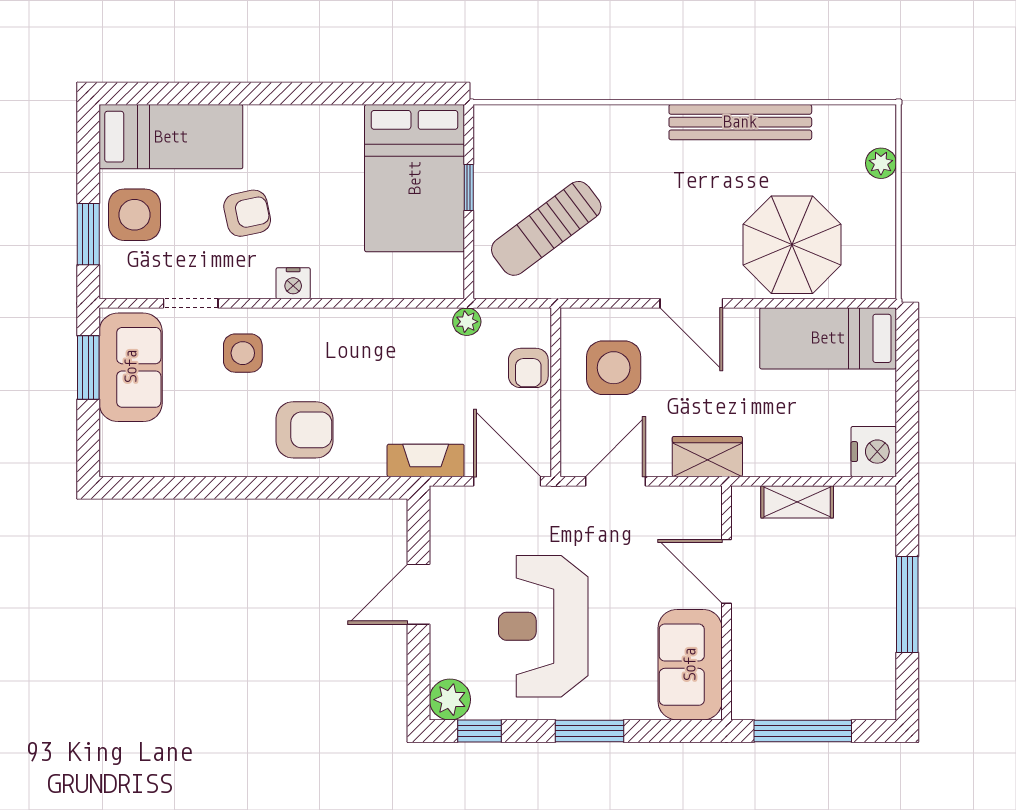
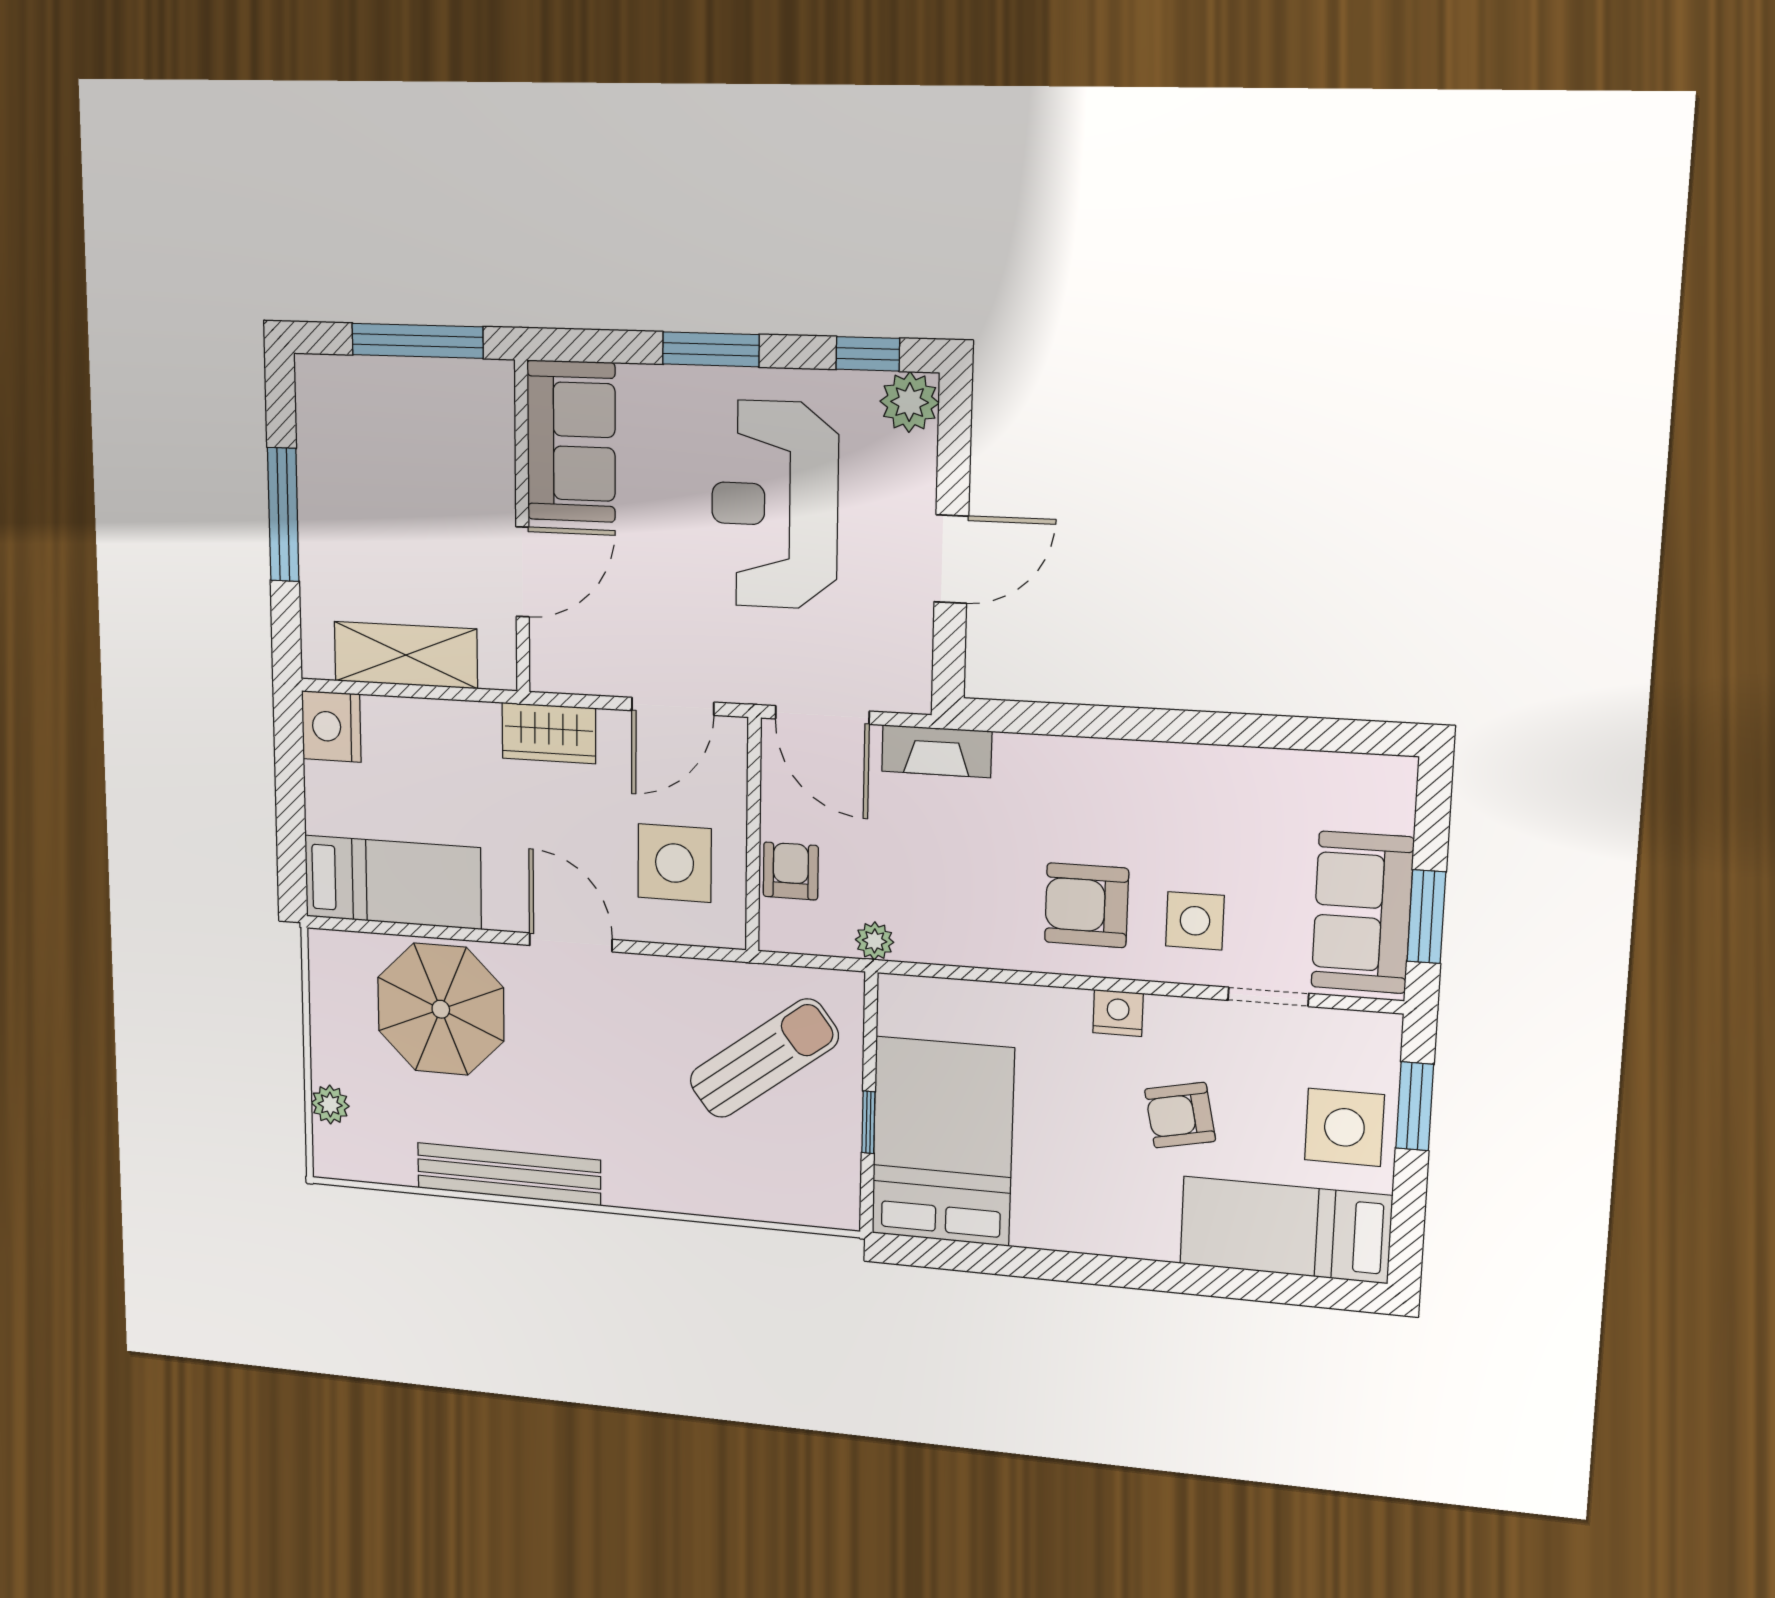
armchair: (305, 430) -> (1087, 905), moved
shelving: (797, 502) -> (406, 655), width x1.50, depth x1.33
door: (726, 571) -> (522, 572), hinge flipped
reception desk: (543, 626) -> (775, 505), turned 180

